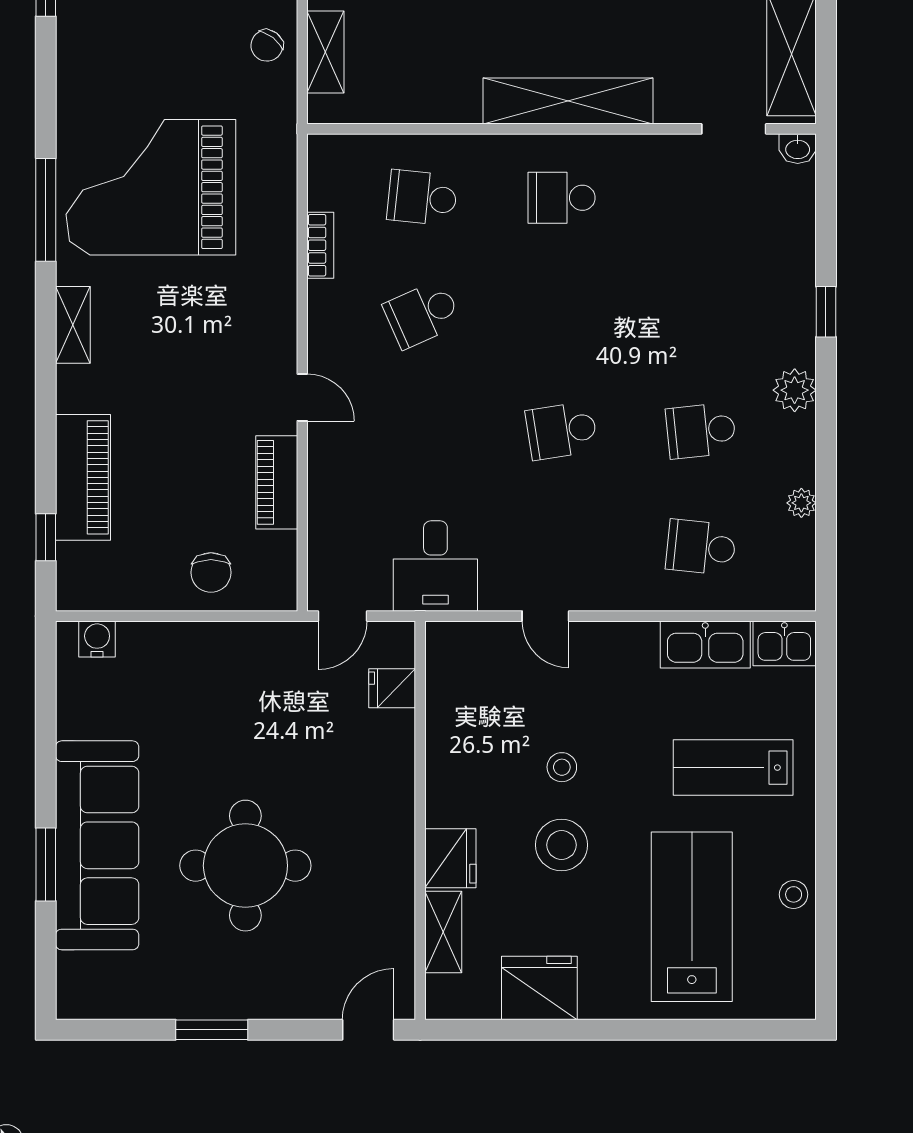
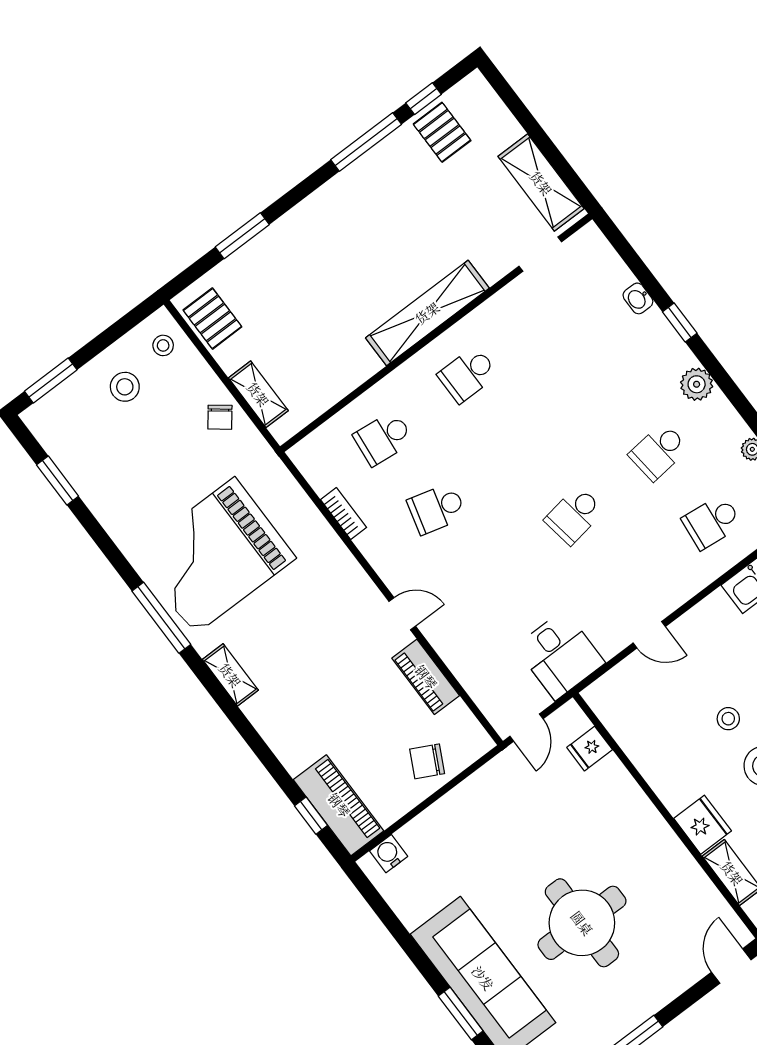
washbasin: (798, 149) -> (638, 298), moved, turned 90
school desk: (422, 314) -> (437, 509), turned 39
piano: (83, 477) -> (339, 805), moved
chair: (211, 572) -> (427, 761), turned 117

